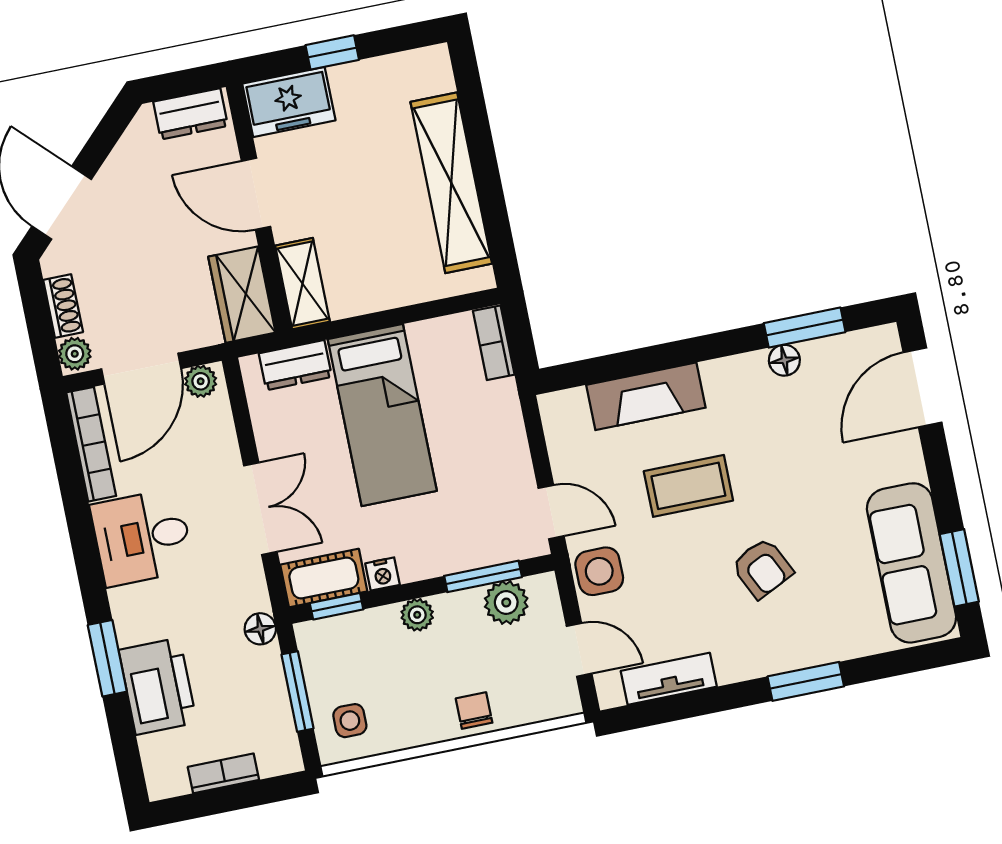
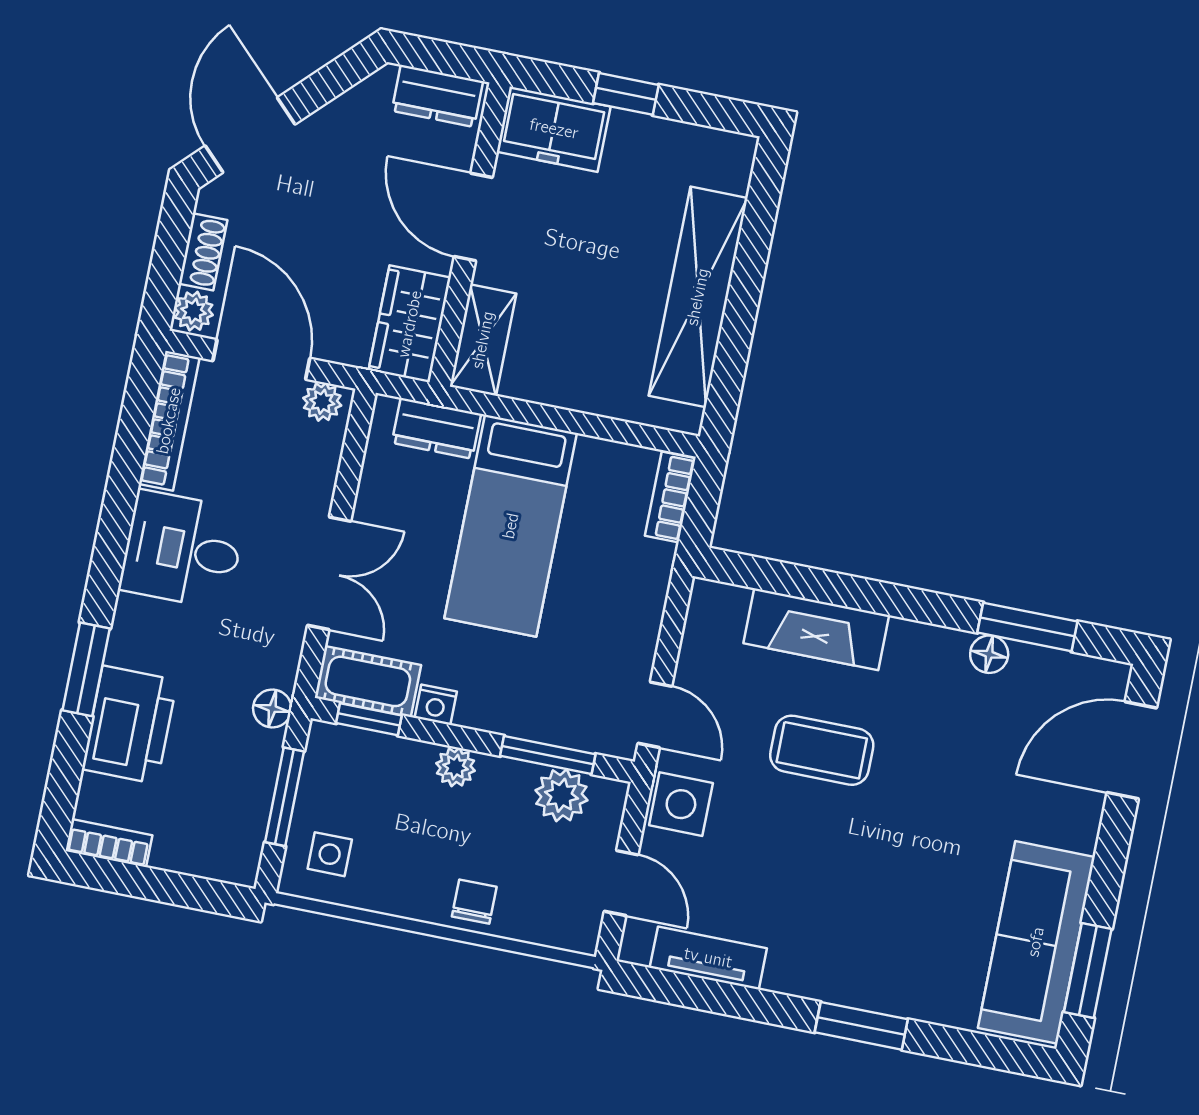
door: (141, 369) -> (261, 359), swing flipped
armchair: (762, 568) -> (866, 878), removed
bookcase: (223, 773) -> (109, 843), moved

